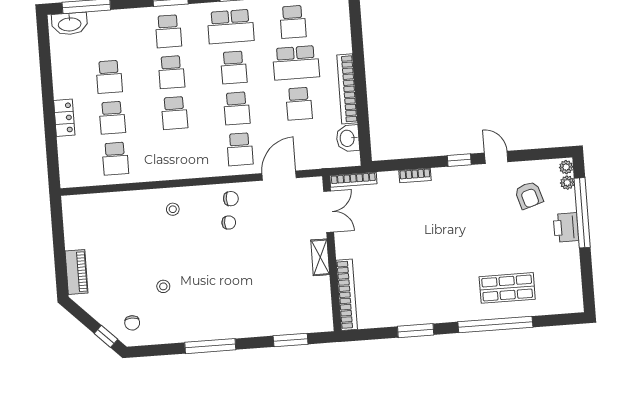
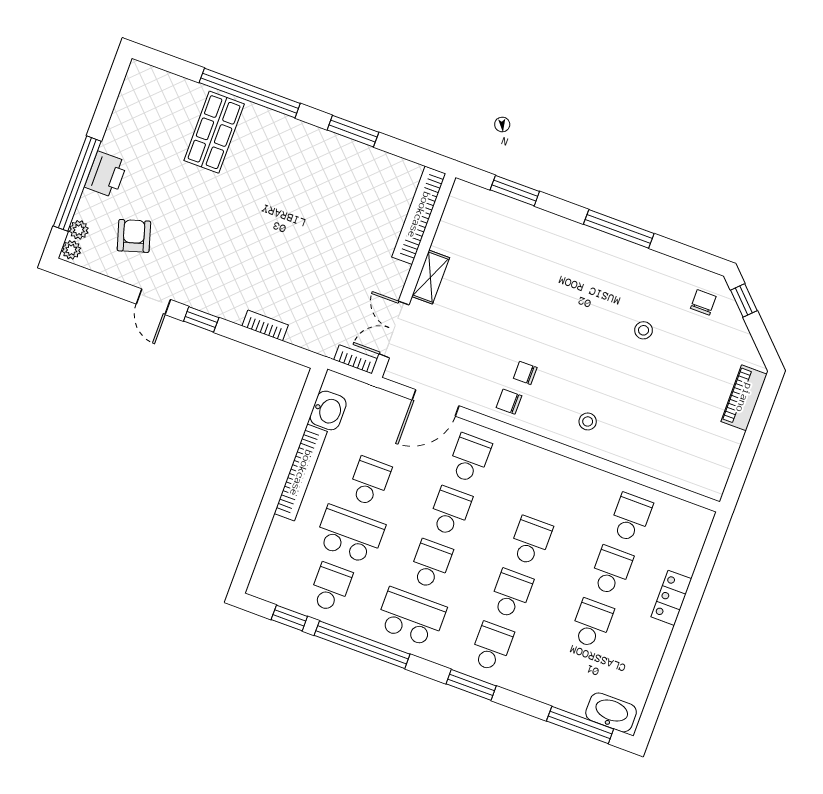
bookcase: (353, 180) -> (356, 359), width x0.64
shop shelf: (507, 288) -> (214, 132), turned 90

